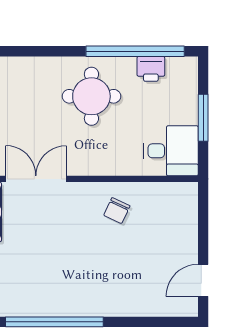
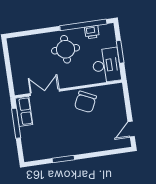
desk: (171, 151) -> (106, 65), width x1.37
chair: (117, 211) -> (85, 102), width x1.87, depth x1.87
window: (54, 322) -> (63, 159), width x0.47

